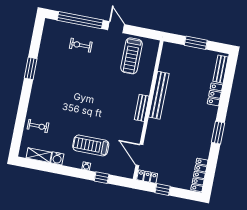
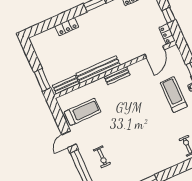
window: (196, 43) -> (42, 80), moved
bench: (221, 69) -> (66, 85), moved
treadmill: (91, 145) -> (174, 95), turned 180

